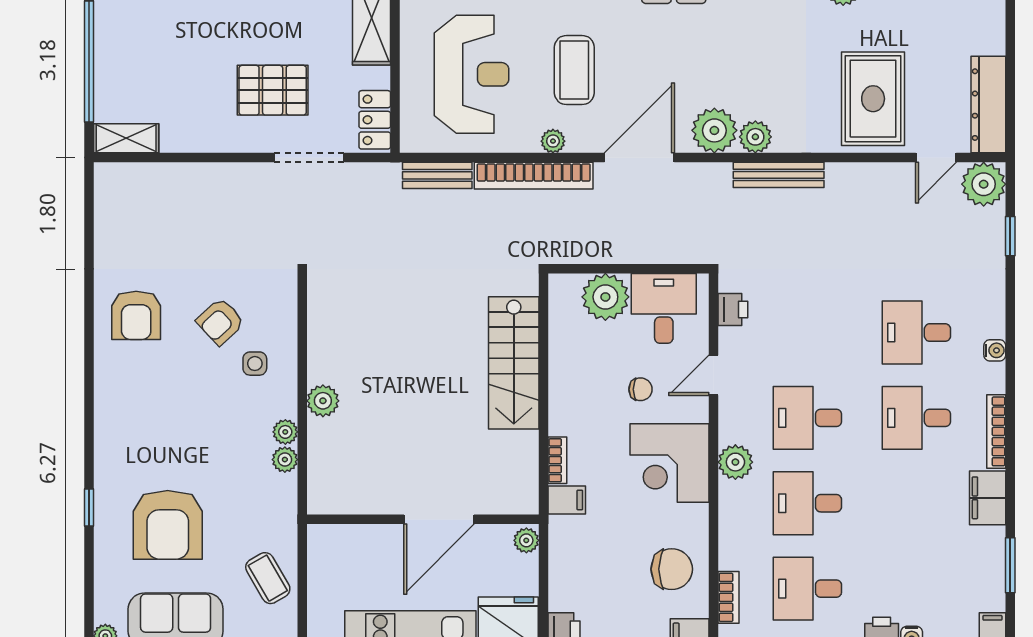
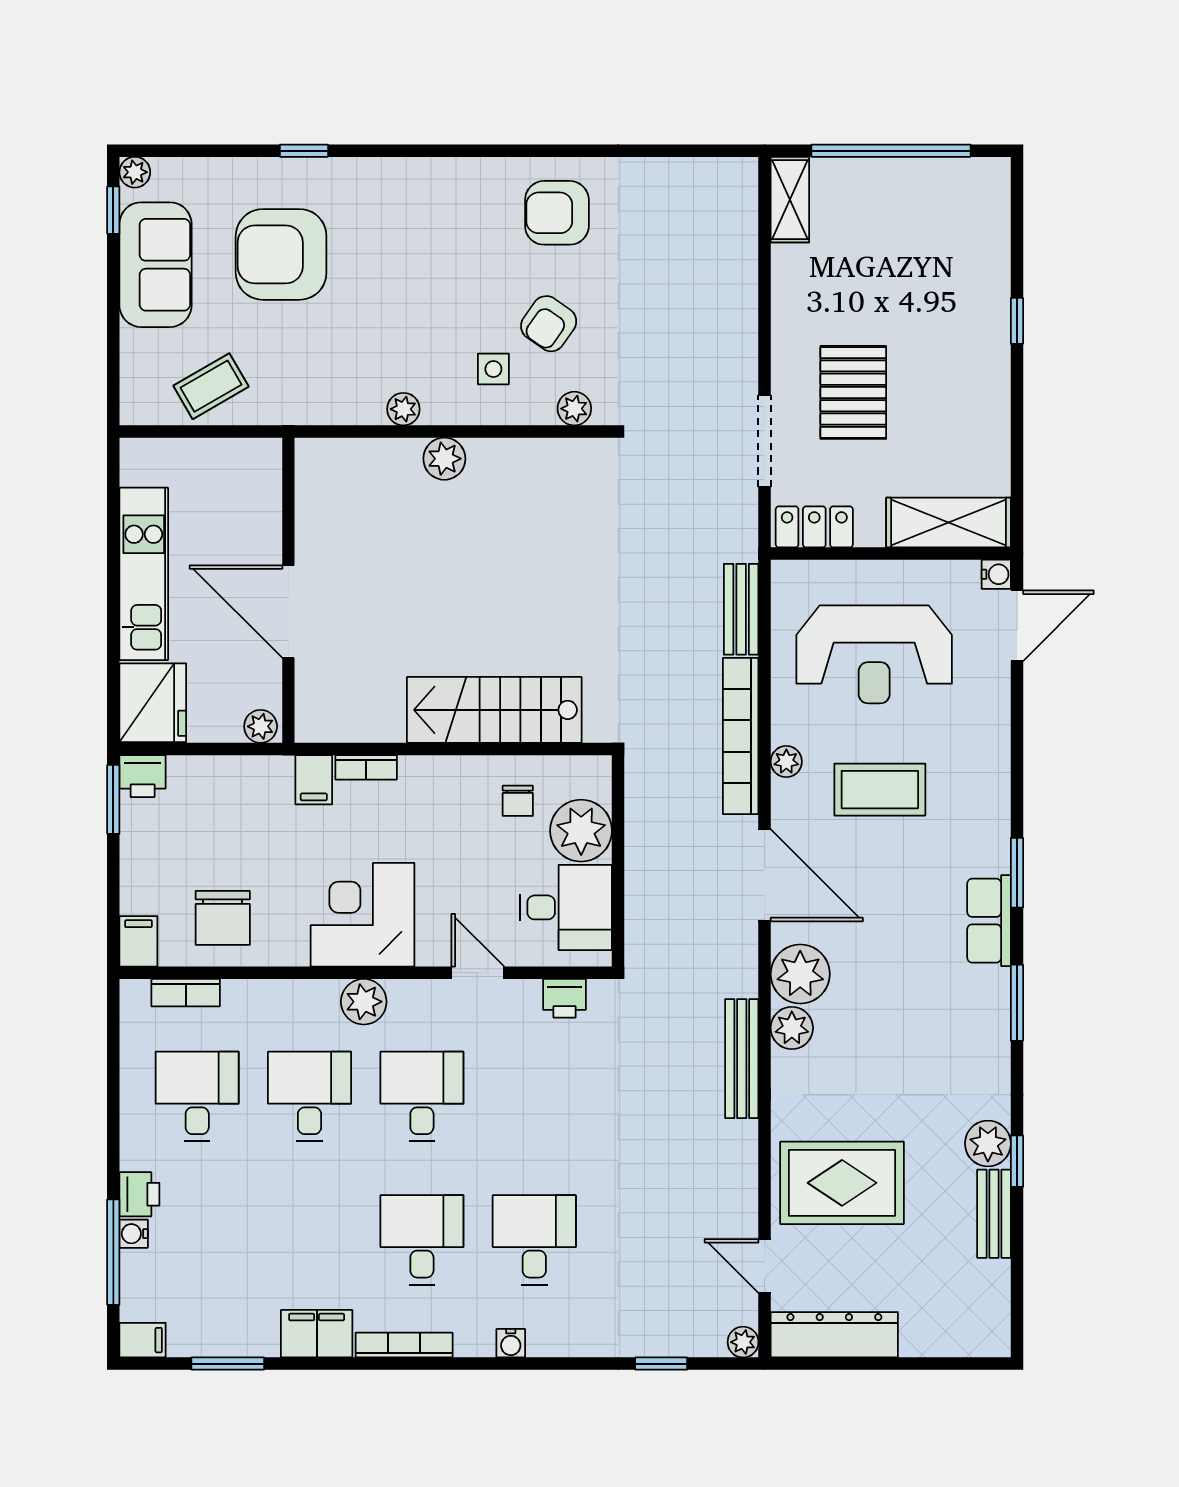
plant: (984, 184) -> (743, 1342), width x0.53, depth x0.53
armchair: (220, 322) -> (549, 324), turned -102
chair: (641, 389) -> (518, 801), moved
plant: (285, 460) -> (574, 409), moved

